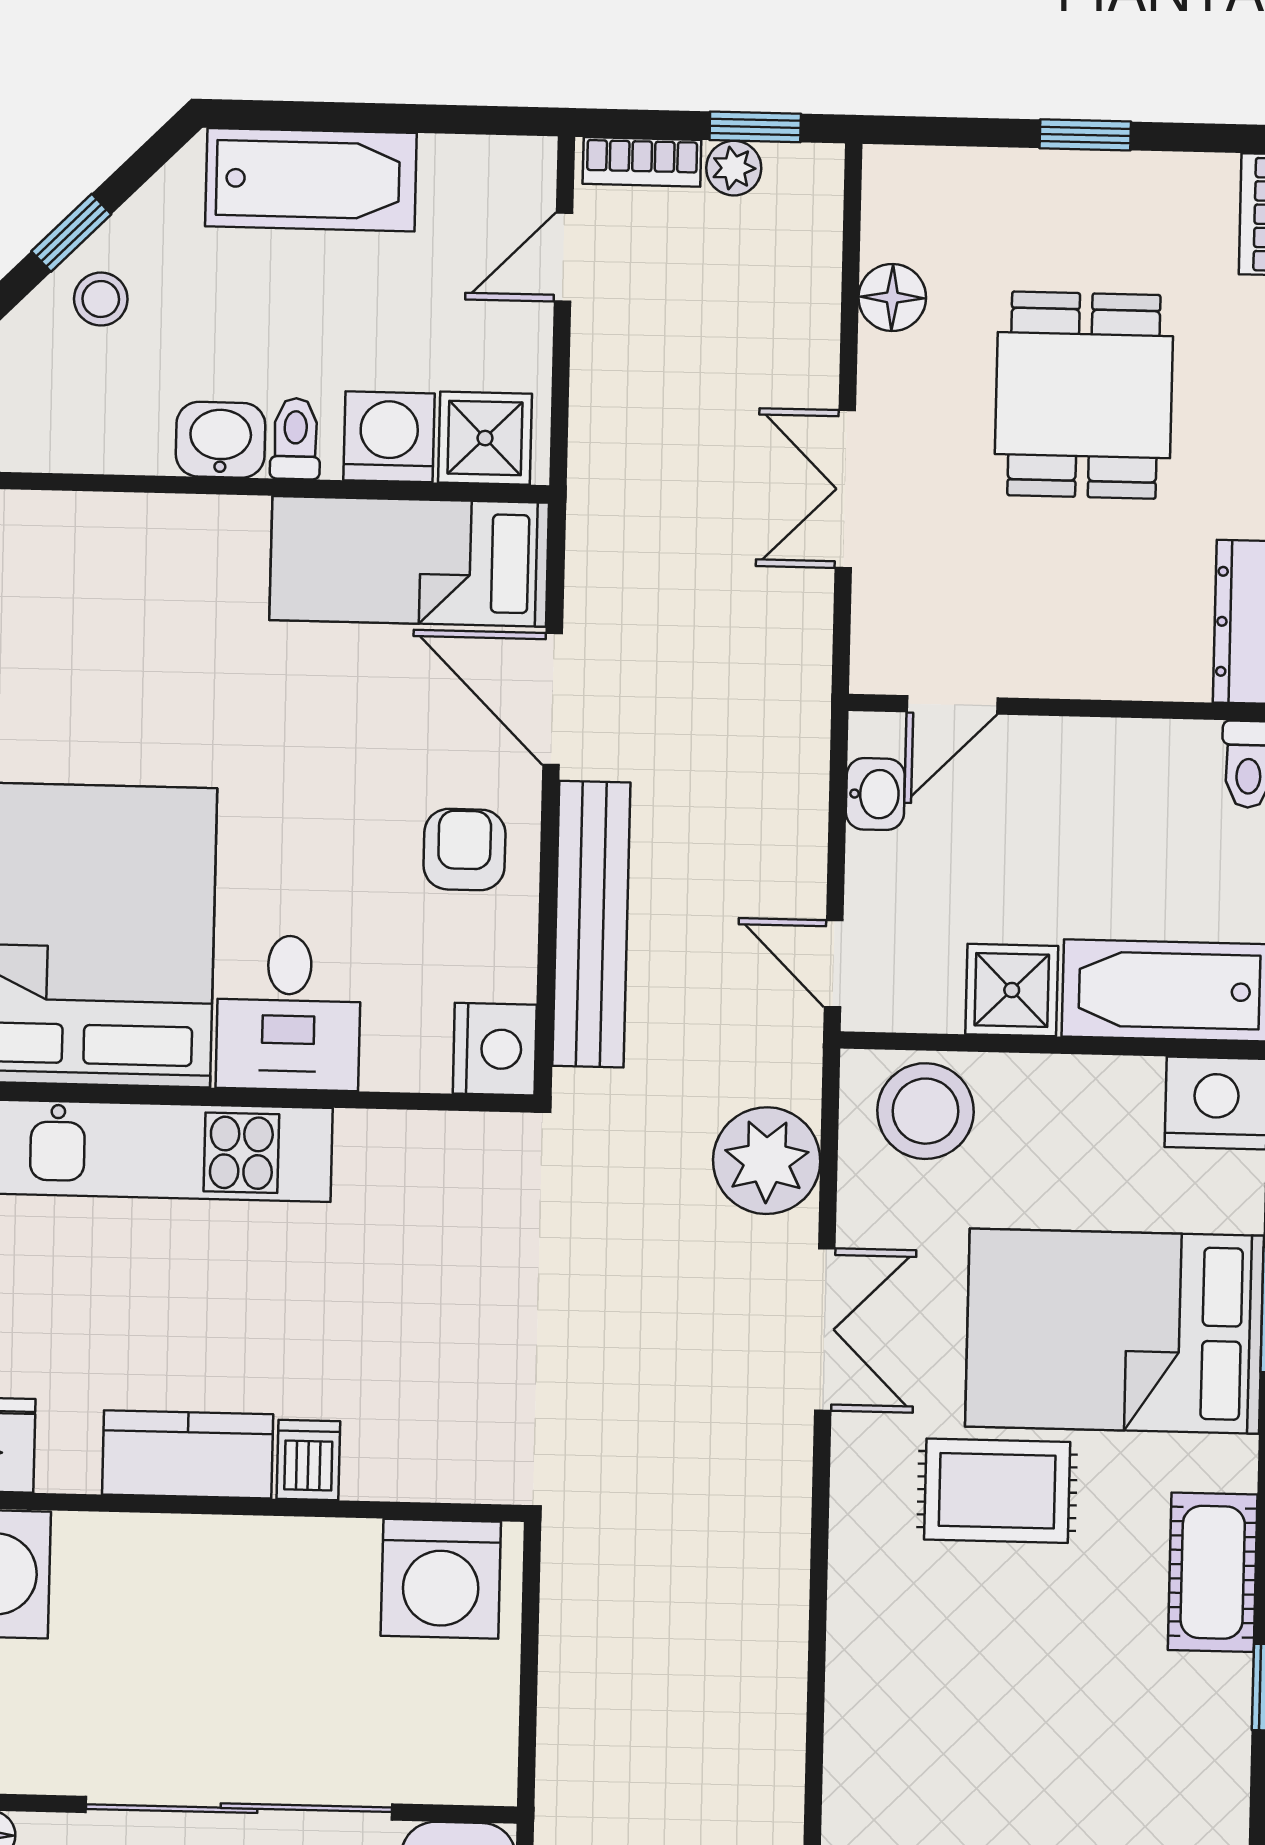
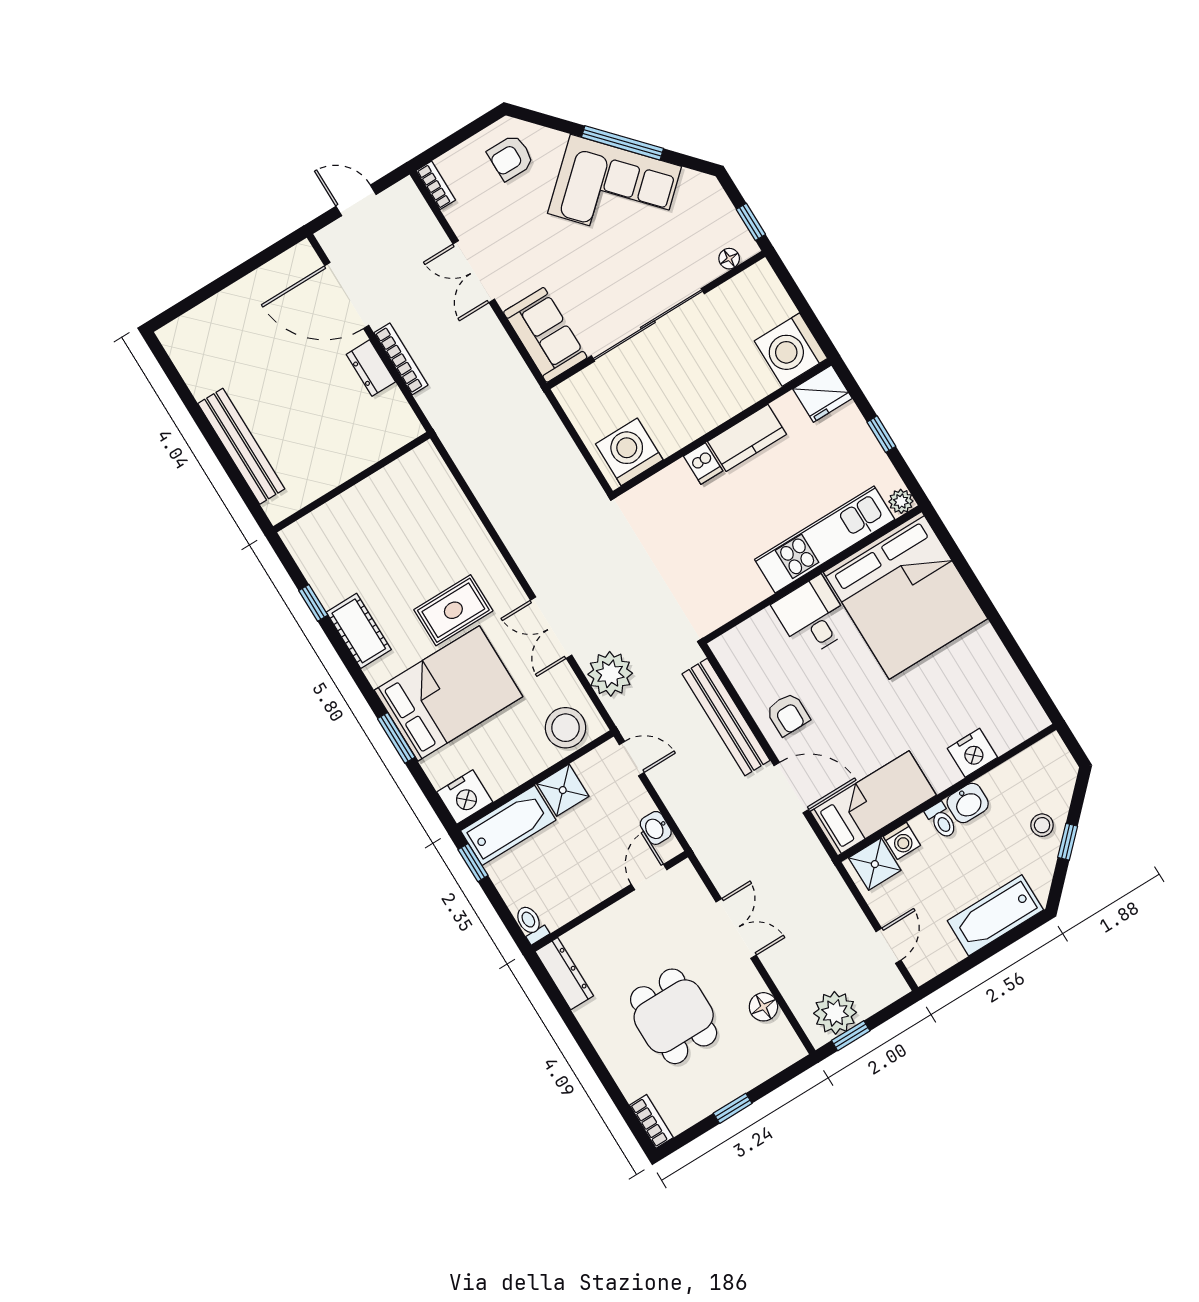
bookcase: (642, 162) -> (883, 997), removed
plant: (734, 168) -> (835, 1013), width x1.88, depth x1.88
washing machine: (389, 437) -> (902, 841), width x0.73, depth x0.73
nightstand: (495, 1049) -> (972, 753), moved, turned -90

